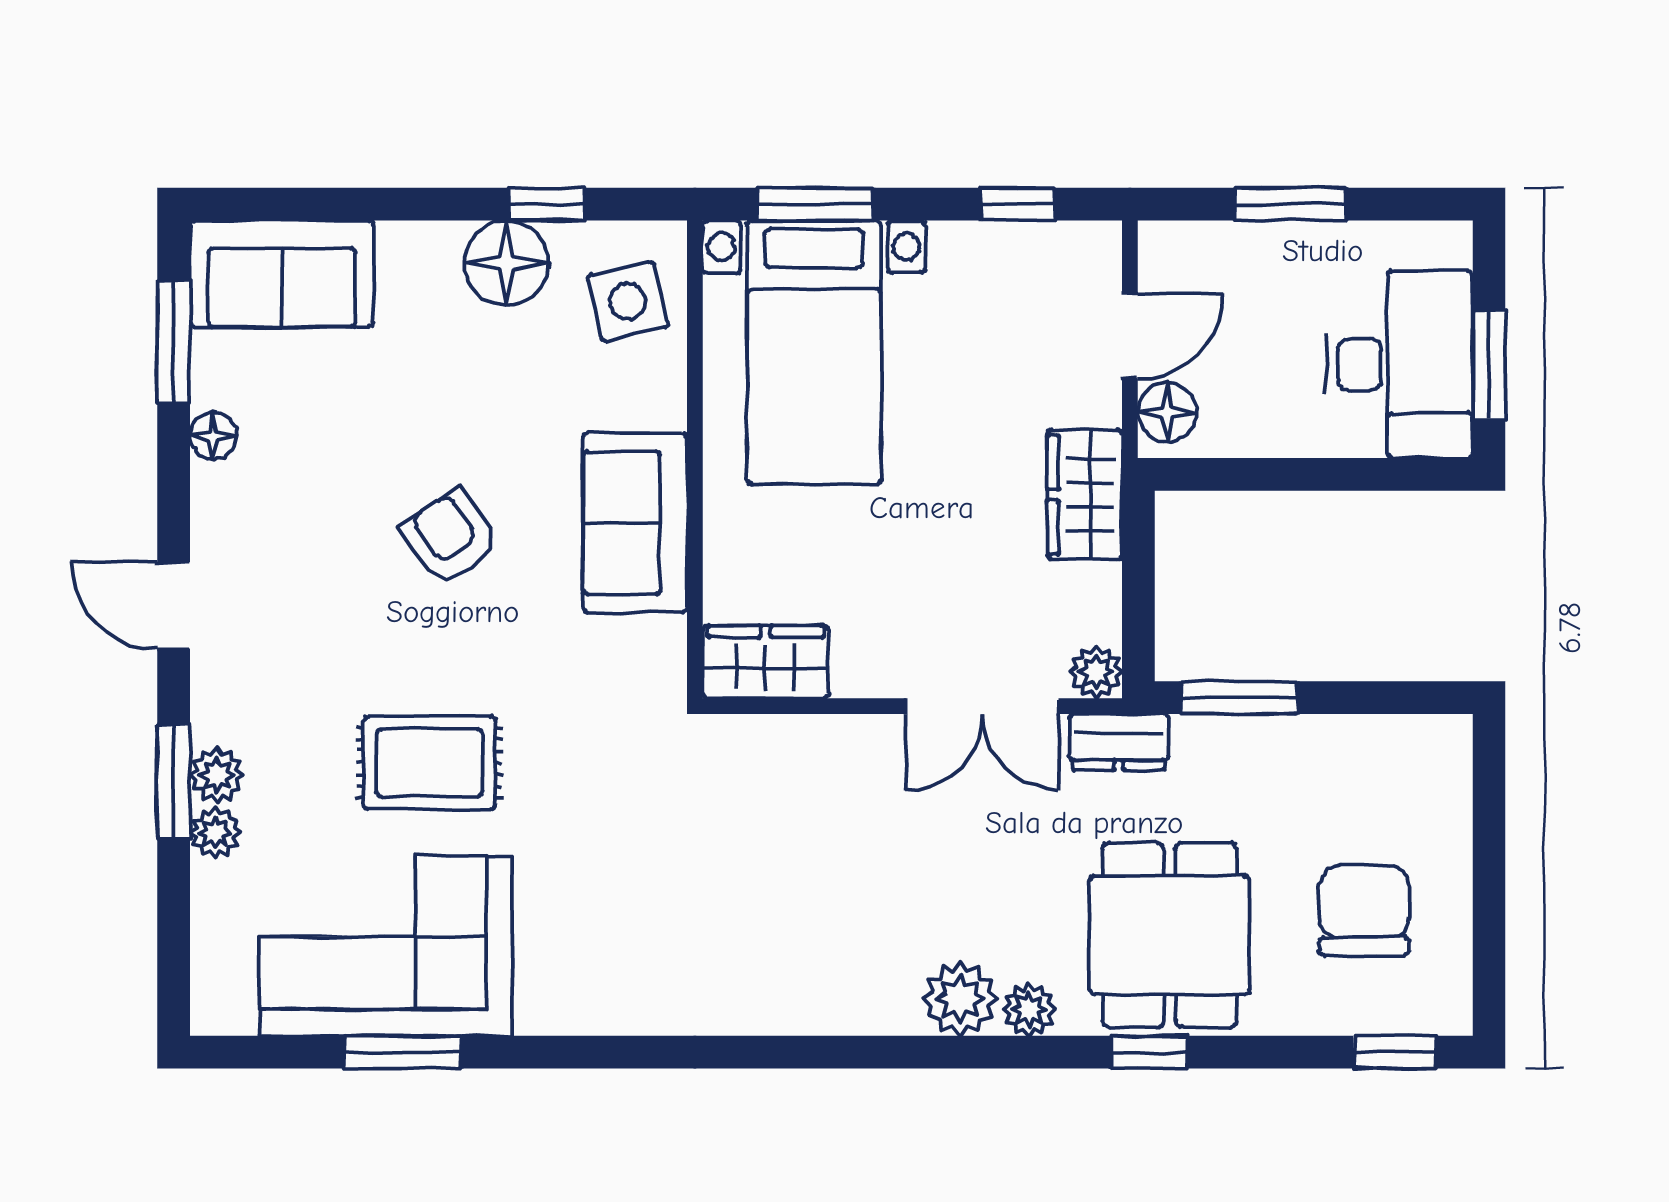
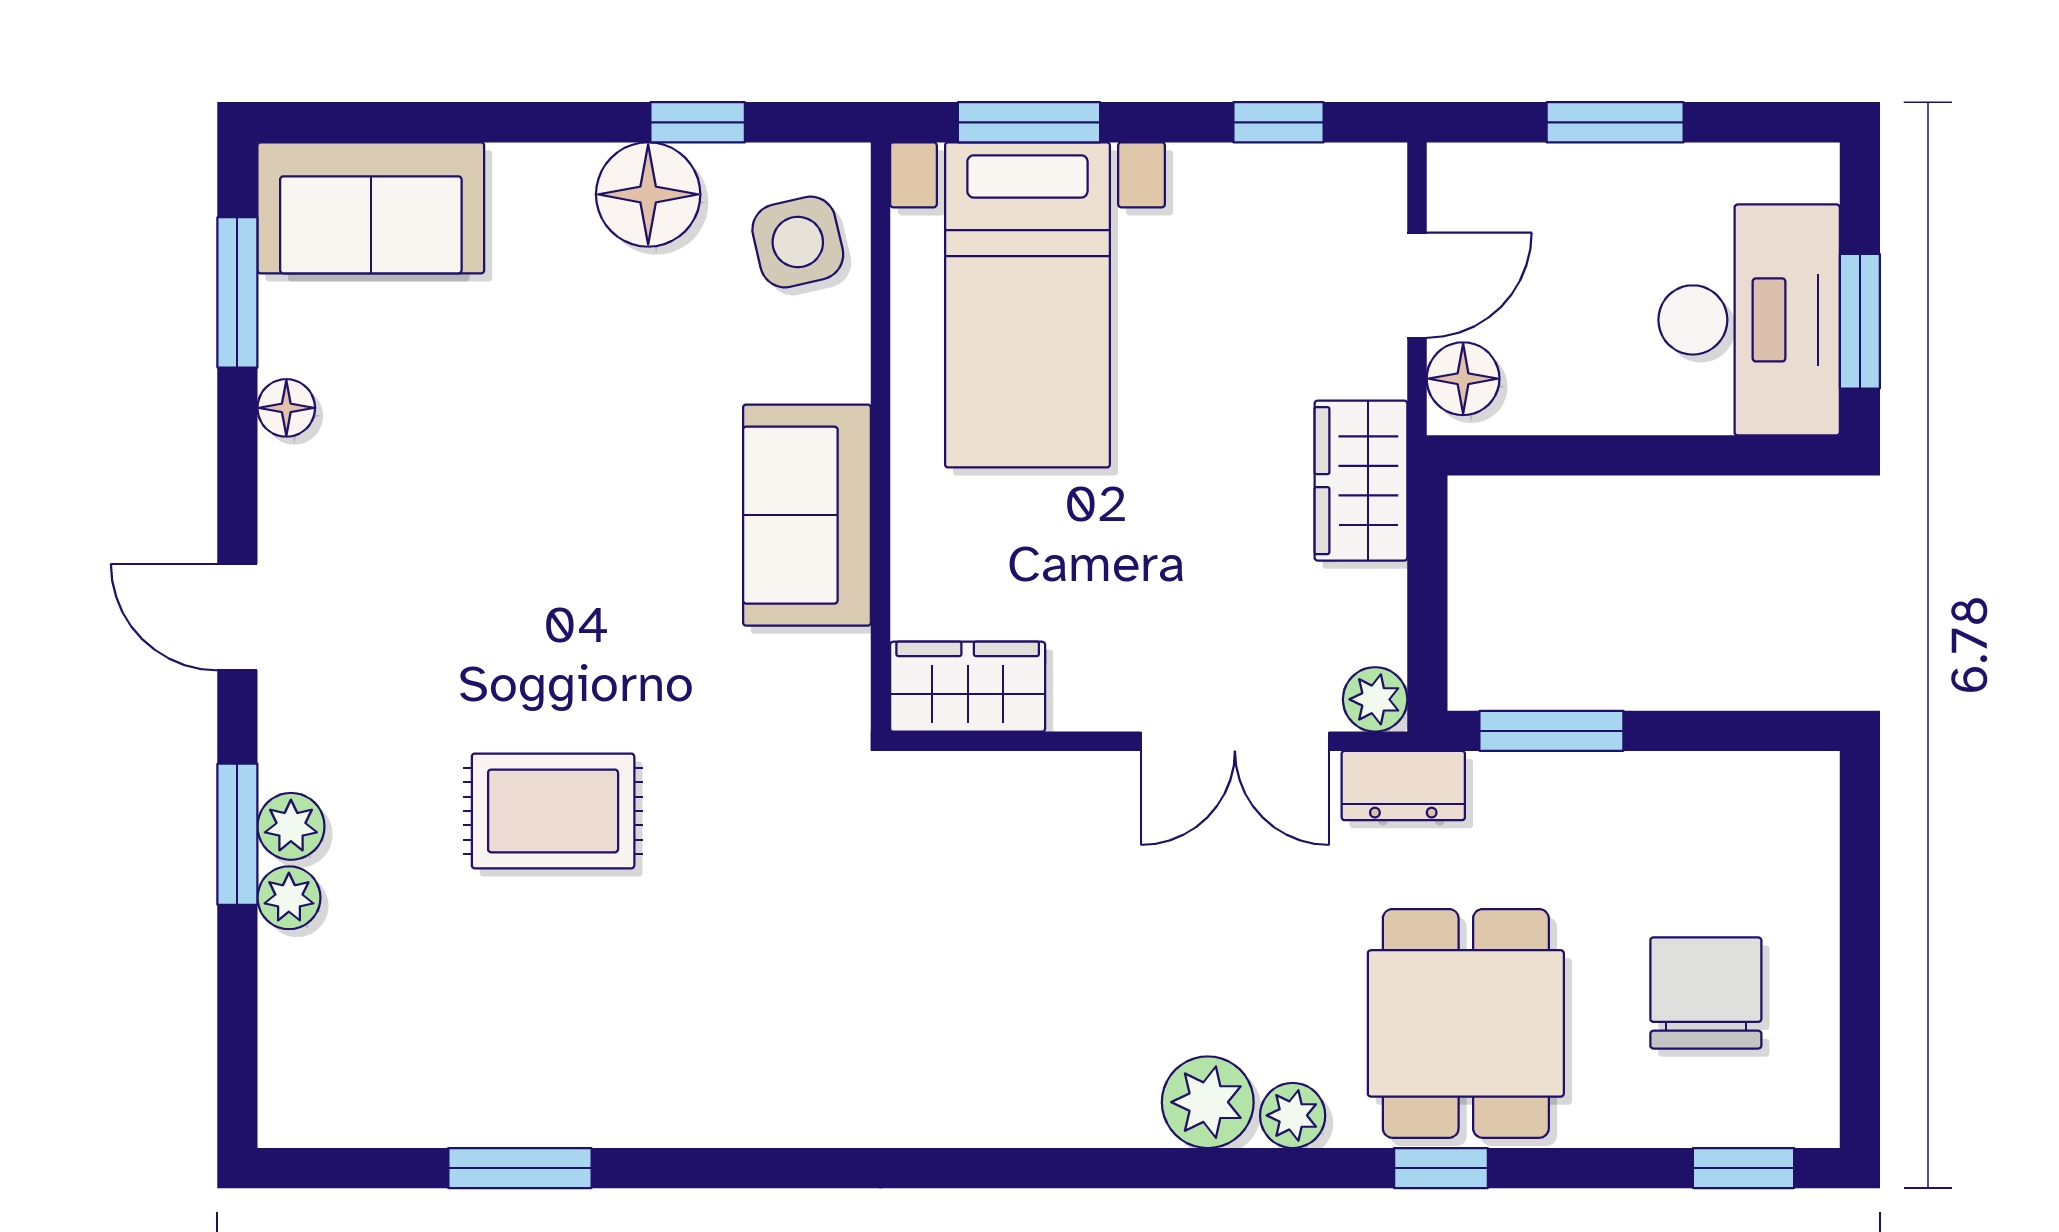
armchair: (450, 537) -> (579, 533), removed
corner sofa: (385, 946) -> (498, 1037), removed

